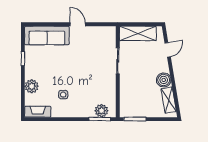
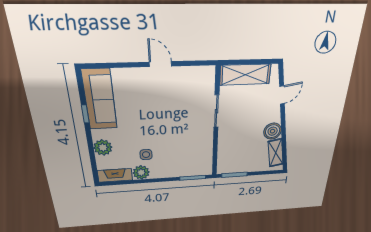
sofa: (47, 35) -> (100, 100), moved, turned -90
plant: (101, 111) -> (141, 173), moved

